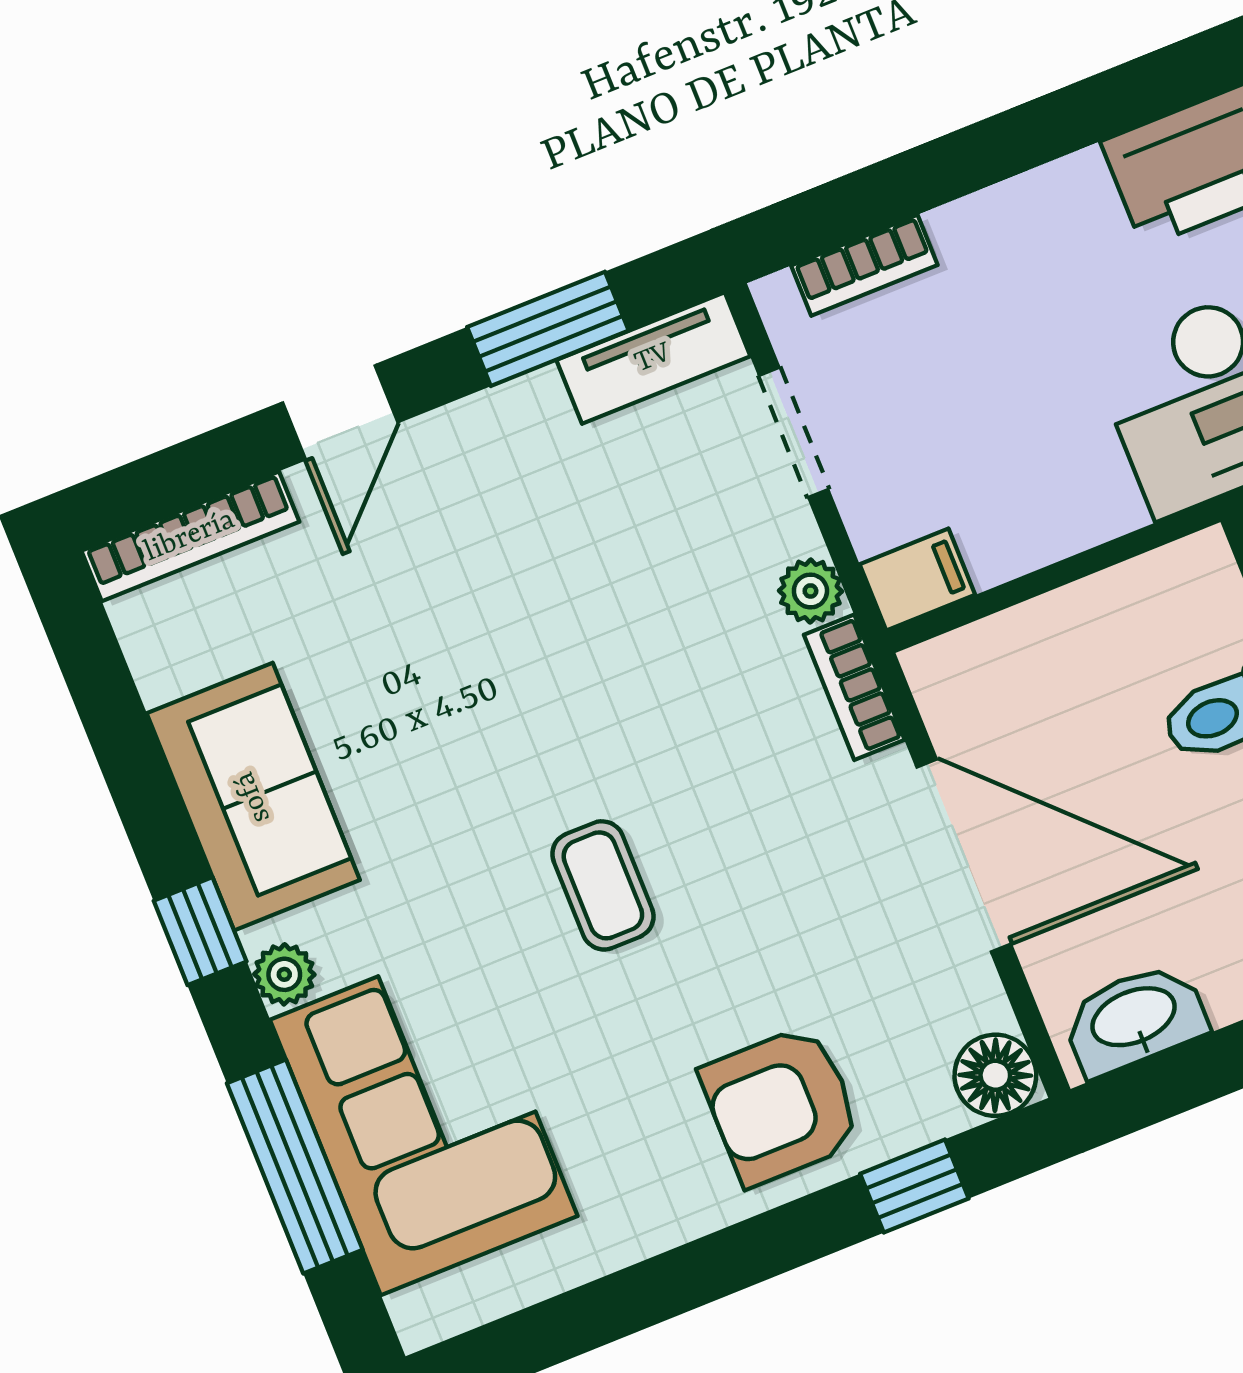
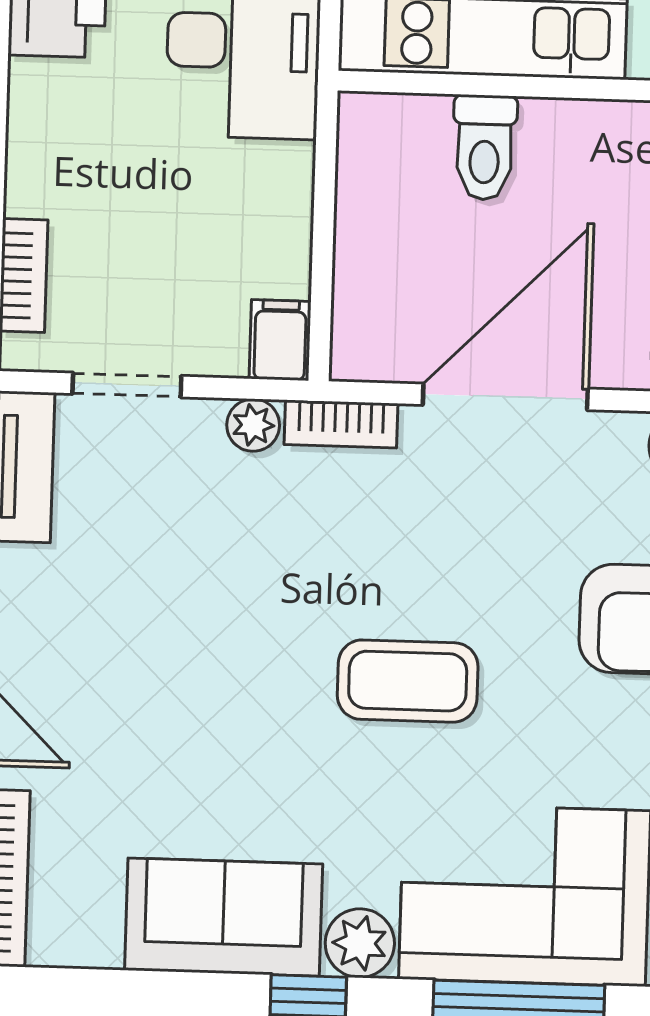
coffee table: (603, 885) -> (408, 681), width x1.36, depth x1.30
plant: (284, 974) -> (360, 943), width x1.38, depth x1.38

